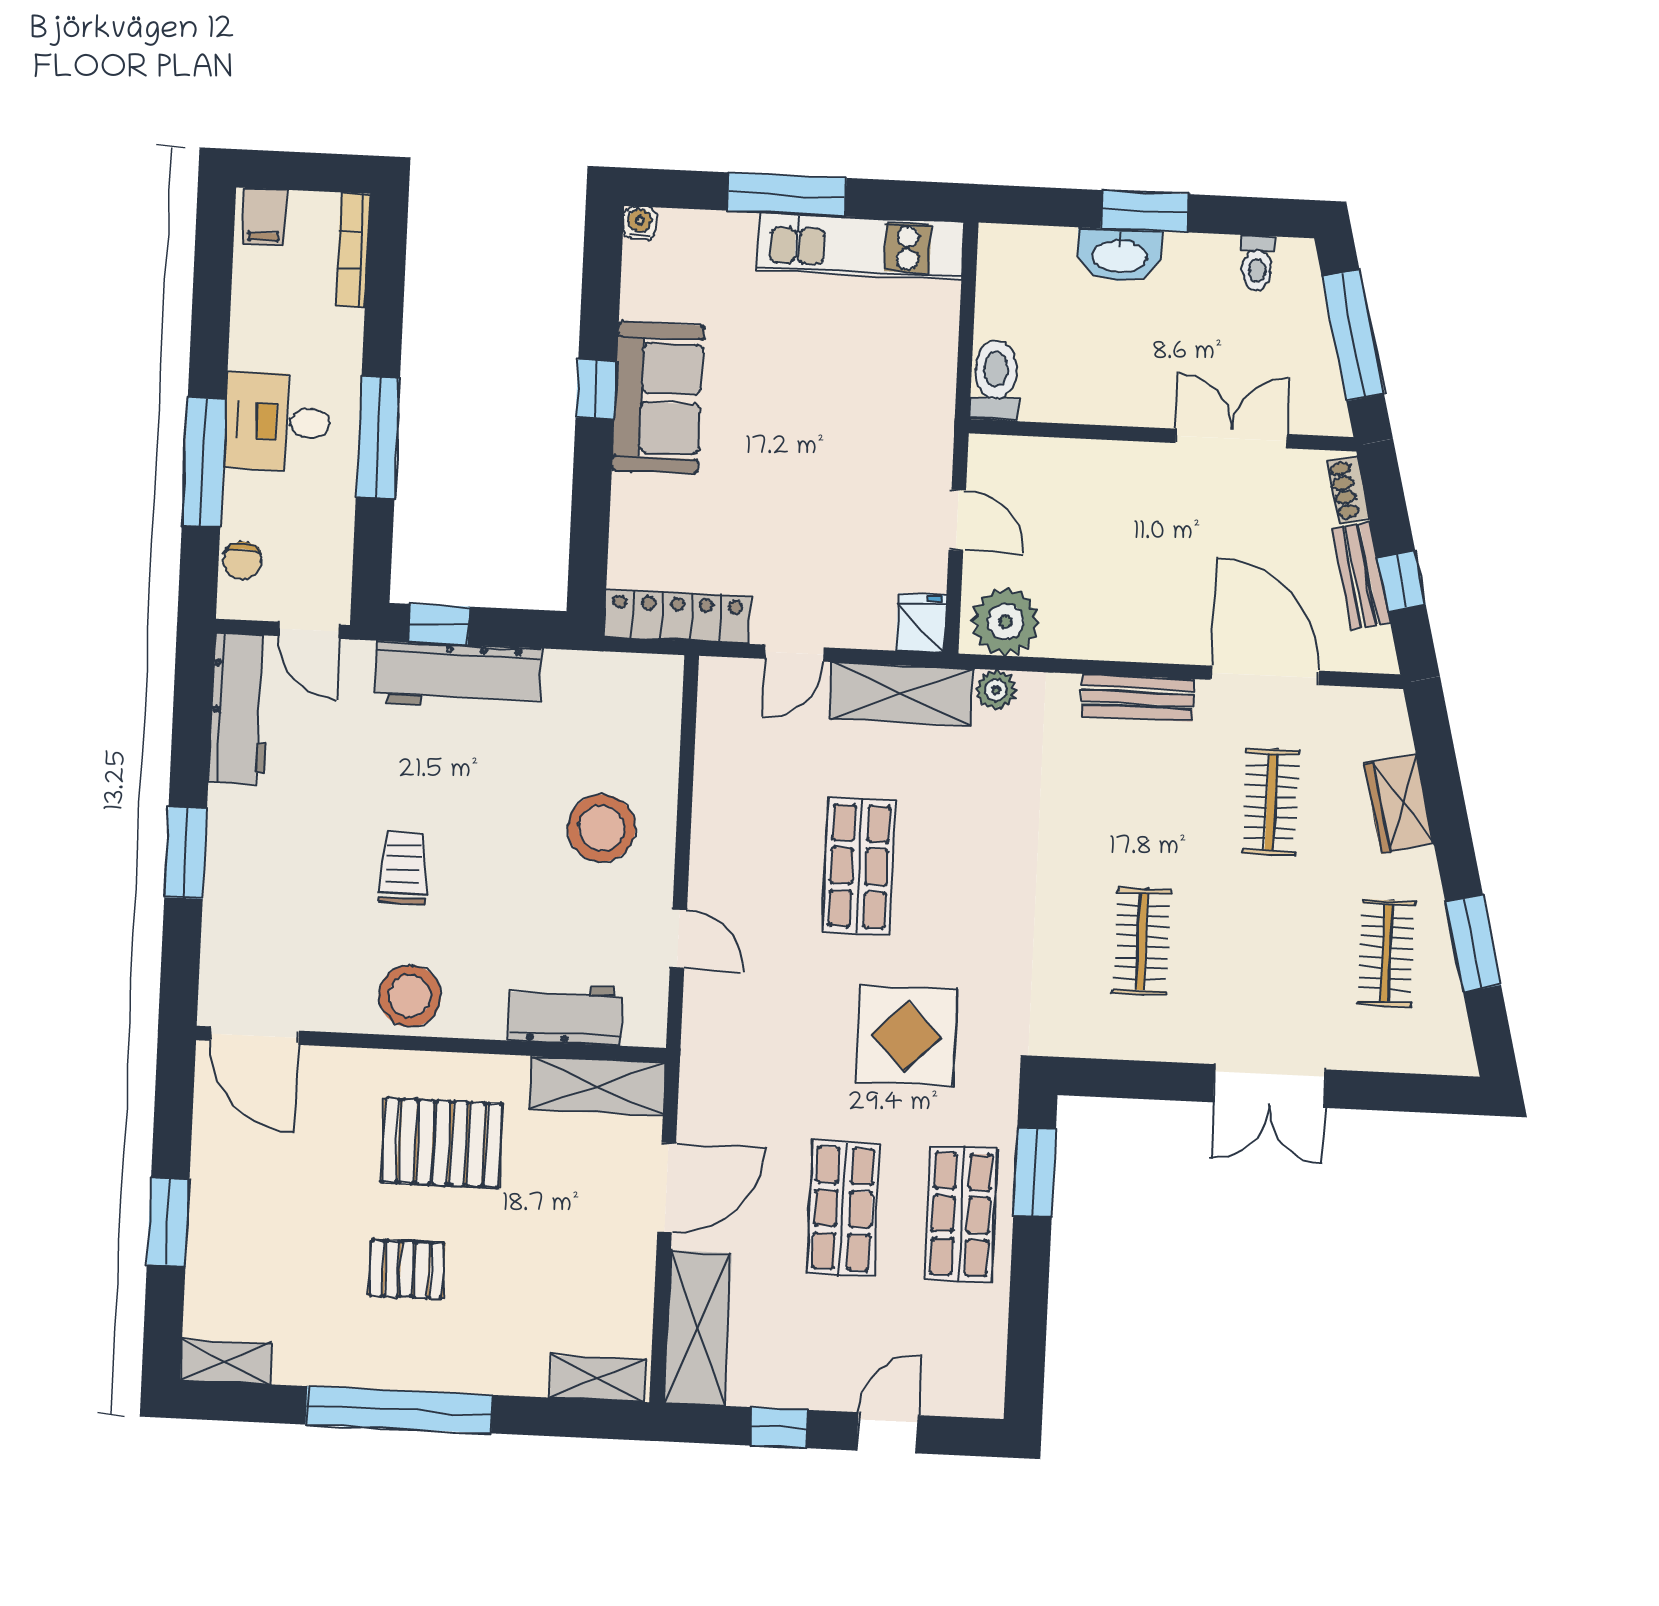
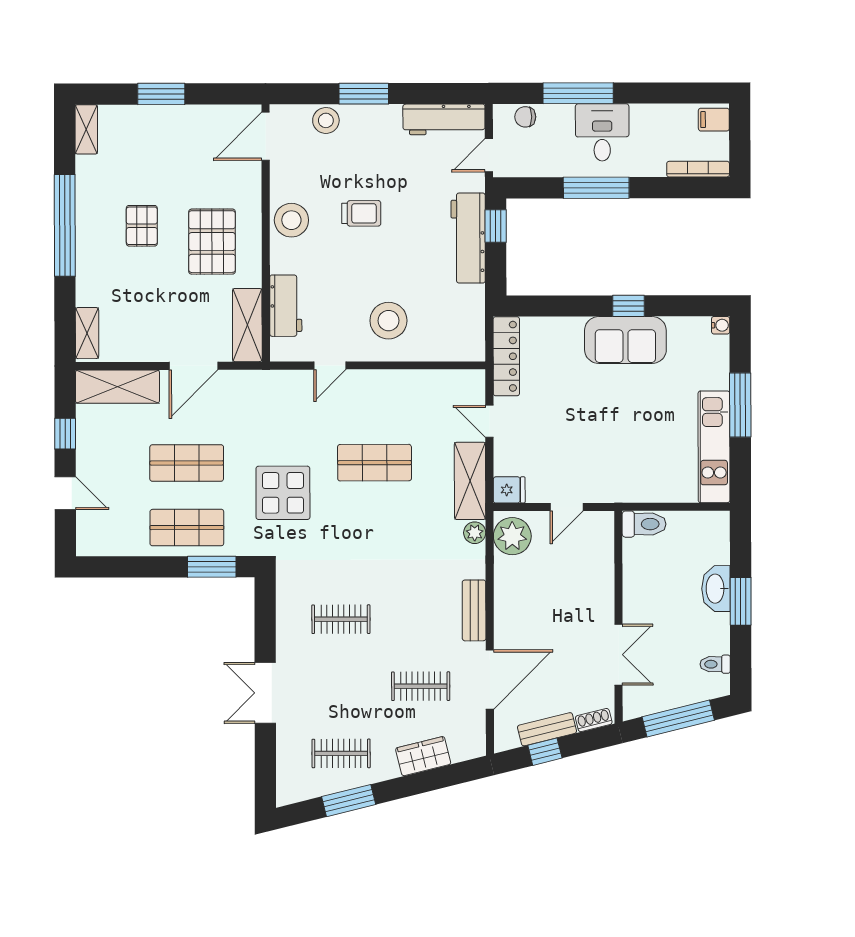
stool: (231, 924) -> (326, 120), added
door: (667, 1188) -> (194, 366), hinge flipped

